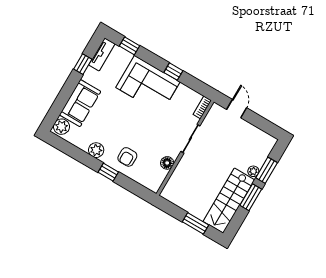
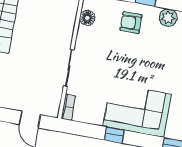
armchair: (127, 157) -> (131, 23), turned -90
floor lamp: (167, 163) -> (87, 18), moved

